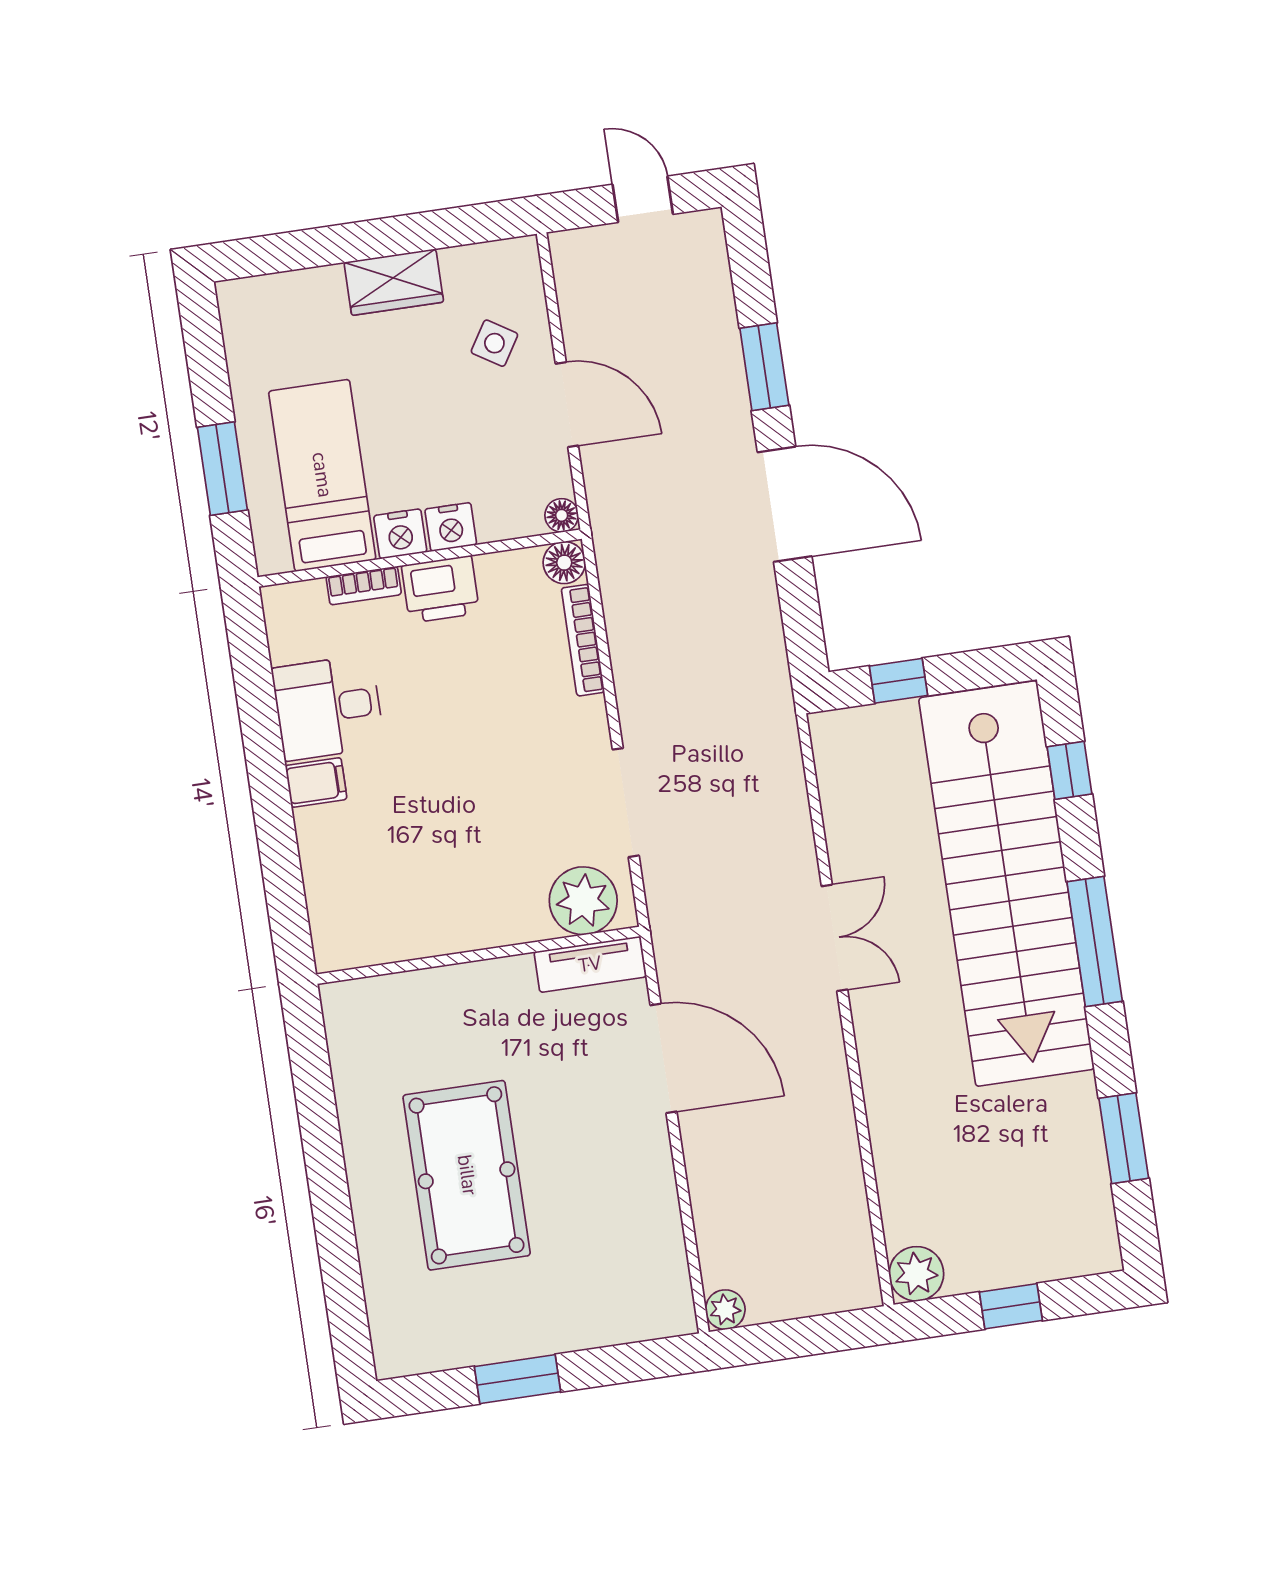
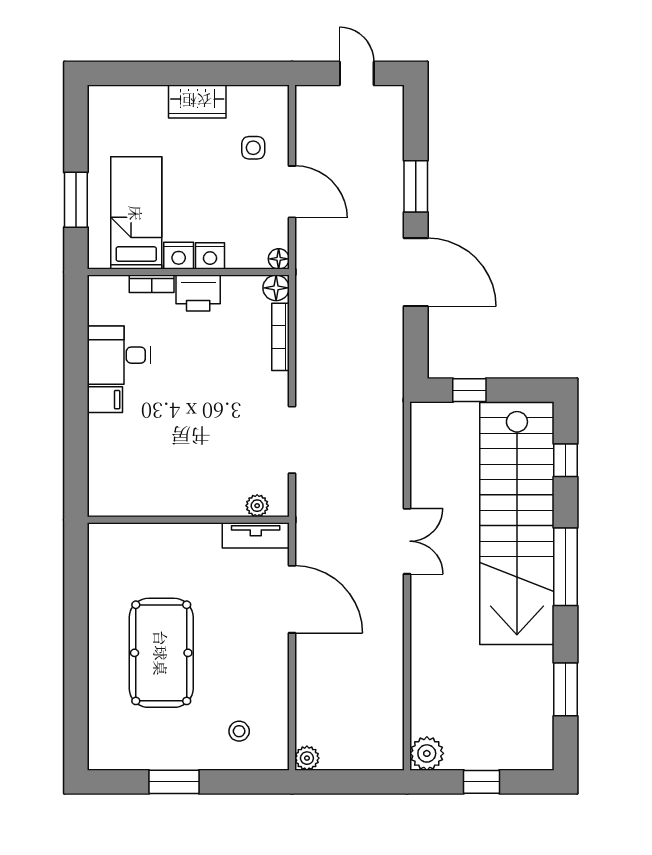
side table: (494, 343) -> (253, 148), turned -32
plant: (583, 901) -> (257, 506), width x0.53, depth x0.53
stool: (610, 1282) -> (239, 731), added

